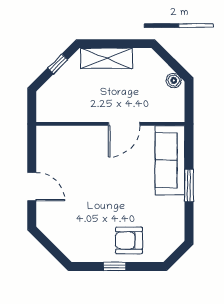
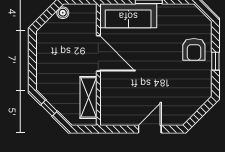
shelving: (106, 58) -> (88, 97), moved
door: (124, 124) -> (98, 53), width x1.36

